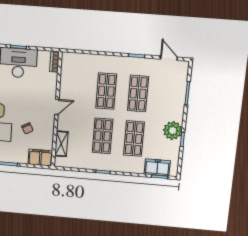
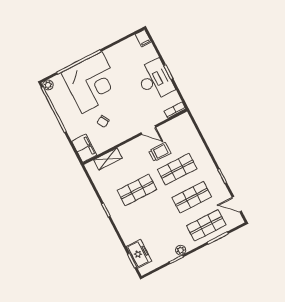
door: (169, 58) -> (237, 204), swing flipped
trolley: (82, 97) -> (160, 152), added
door: (57, 107) -> (148, 130), moved
plant: (173, 131) -> (181, 250), width x0.53, depth x0.53
shop shelf: (134, 138) -> (206, 225), moved

